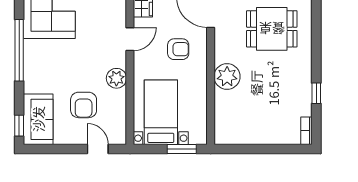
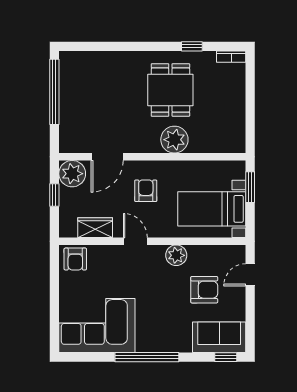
dining table: (272, 29) -> (170, 90), moved

